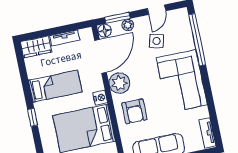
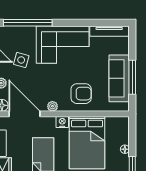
plant: (119, 83) -> (52, 106), width x0.53, depth x0.53
tv unit: (207, 133) -> (109, 31), width x1.41

